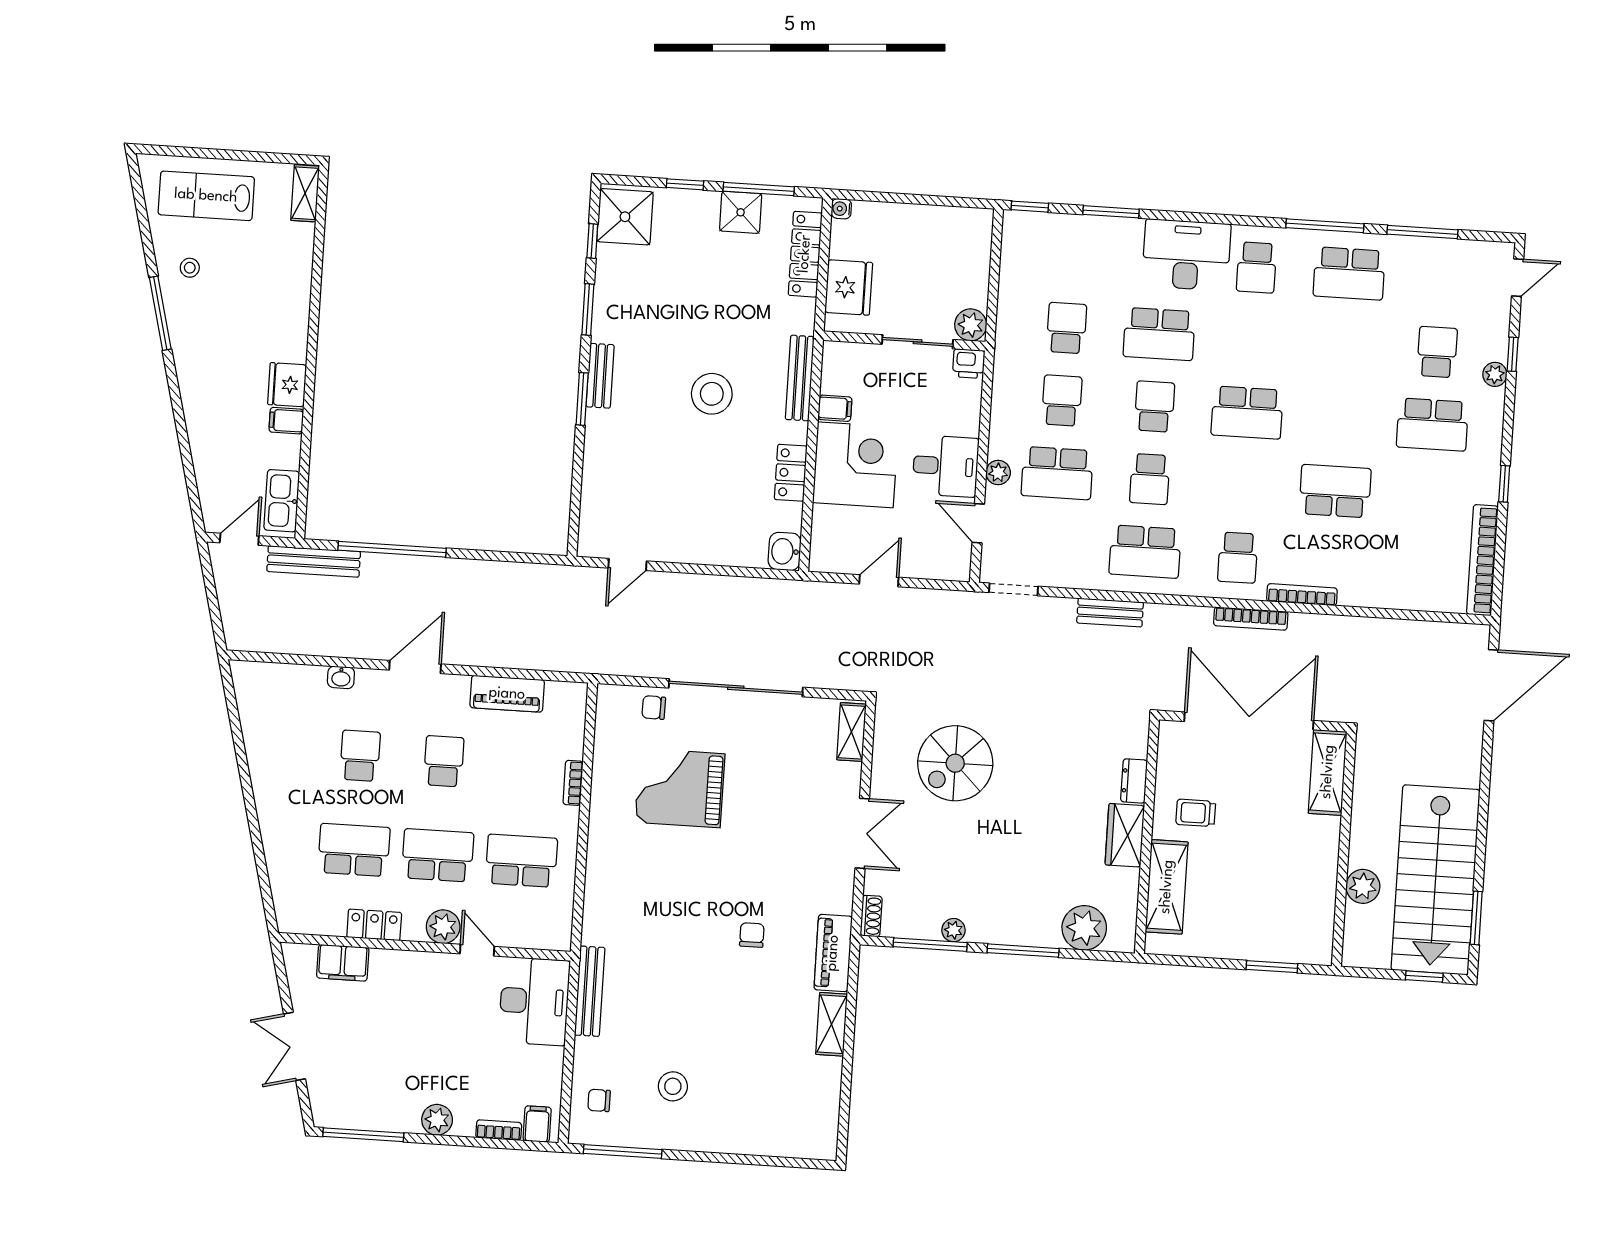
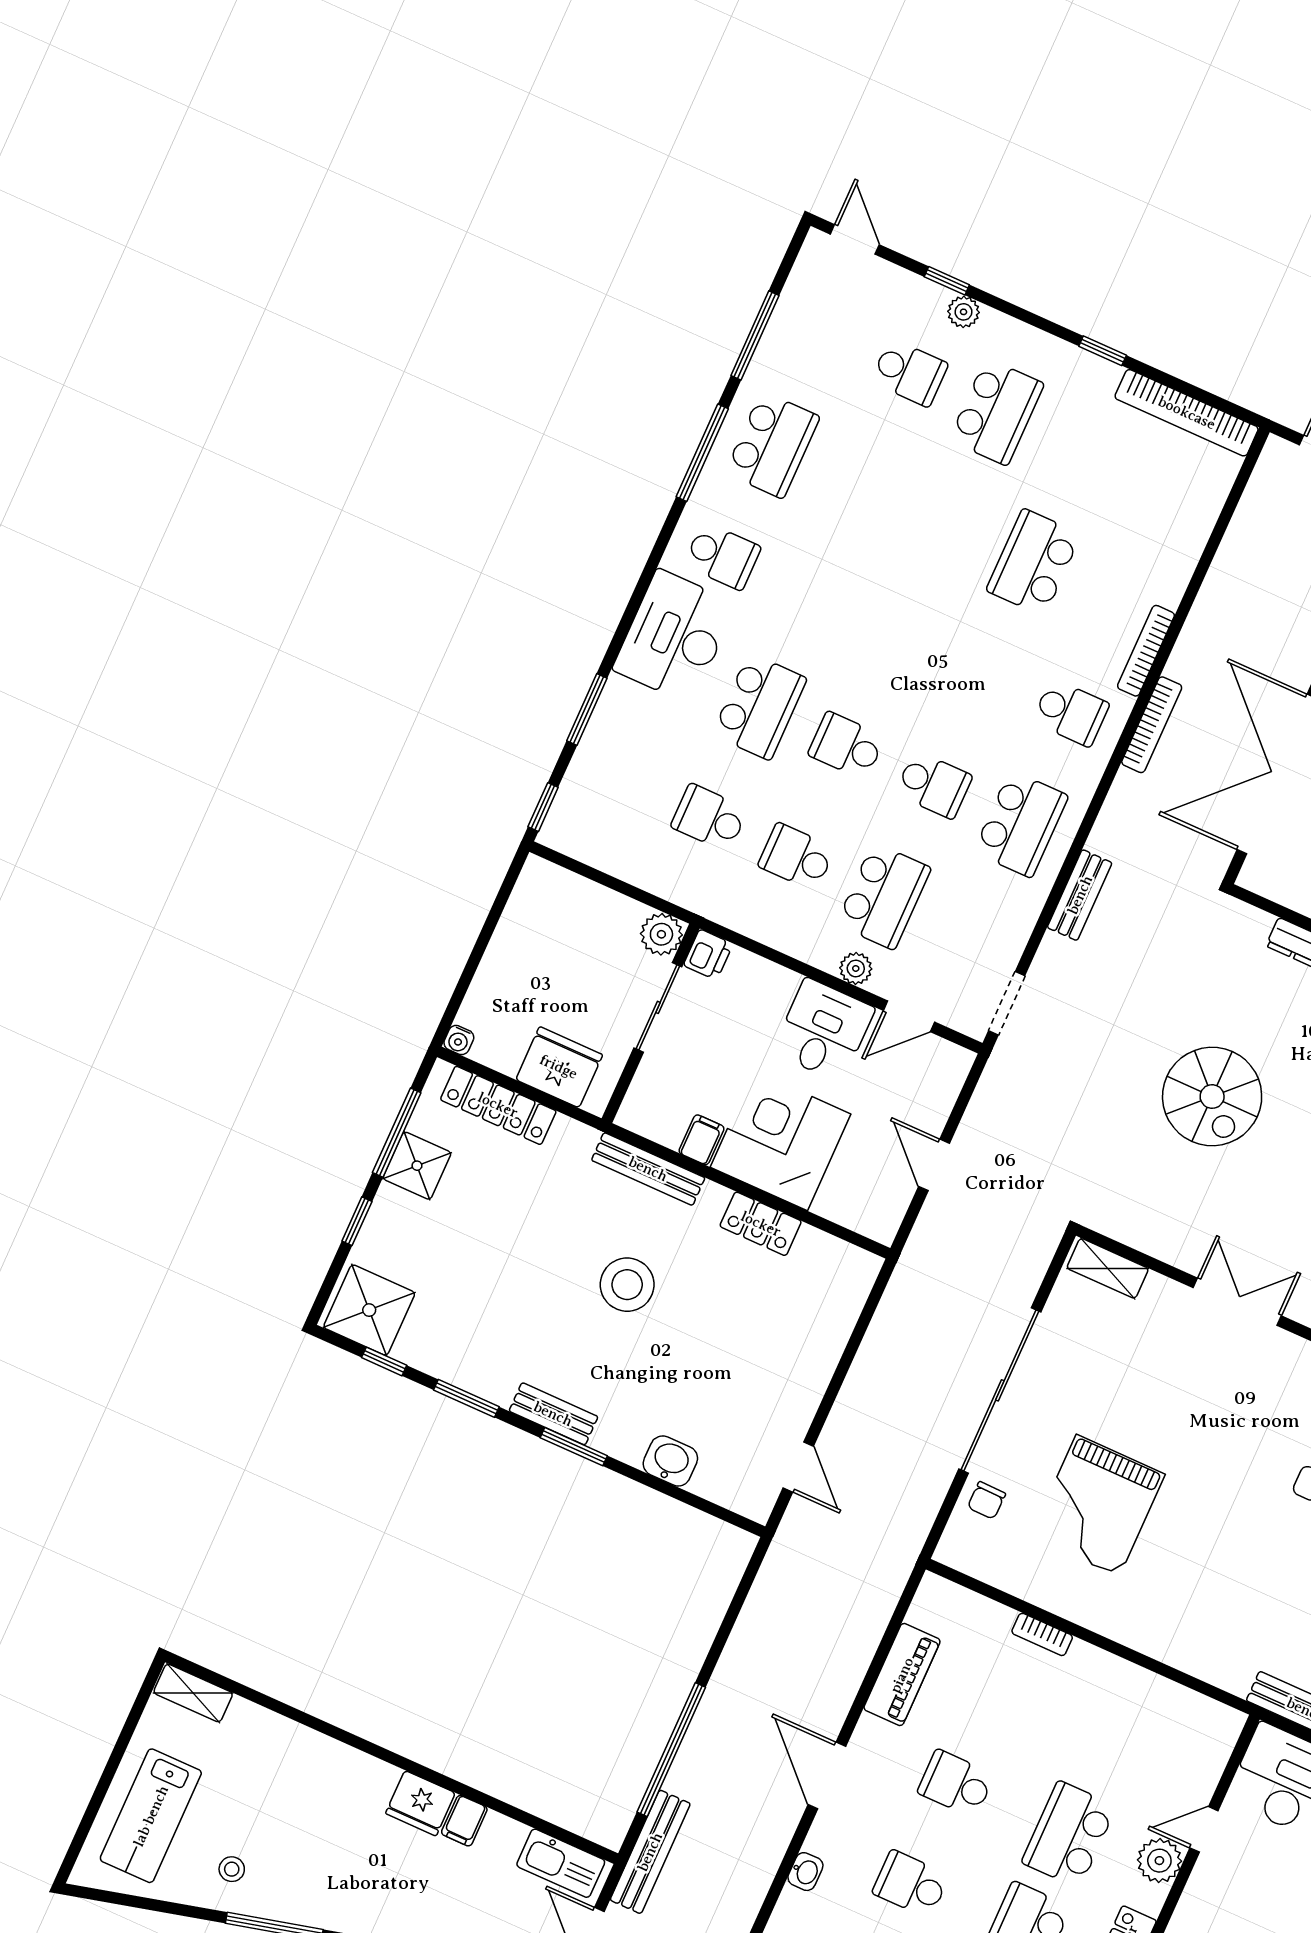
school desk: (1437, 352) -> (909, 373), turned 180
school desk: (1247, 413) -> (897, 634), removed
washbasin: (785, 551) -> (670, 1461), moved, turned 180
spiral stairs: (955, 763) -> (1212, 1096), moved
school desk: (521, 861) -> (1114, 1734), removed

